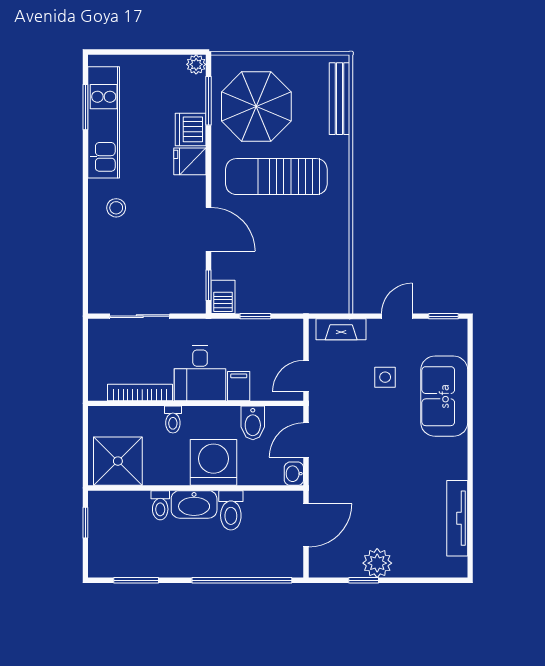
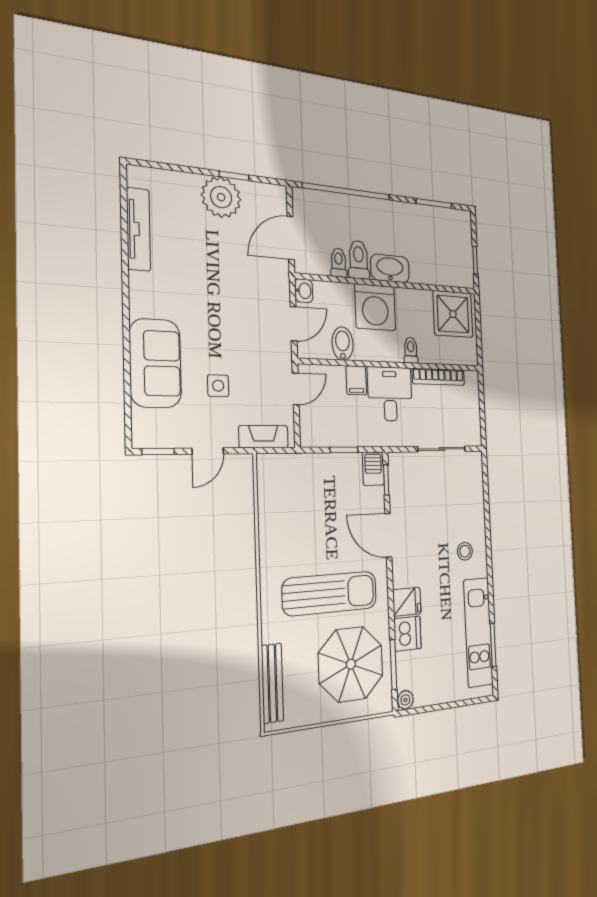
toilet: (160, 505) -> (339, 263), moved
plant: (377, 563) -> (221, 197), width x1.36, depth x1.36

